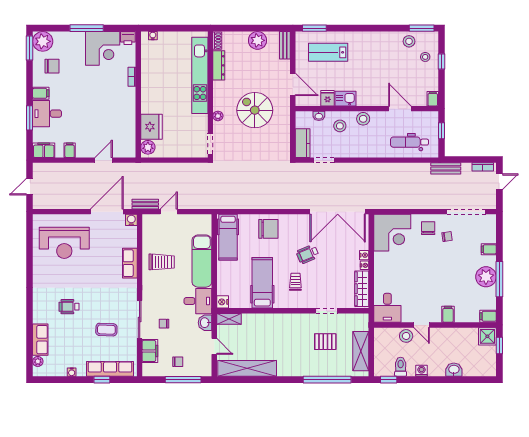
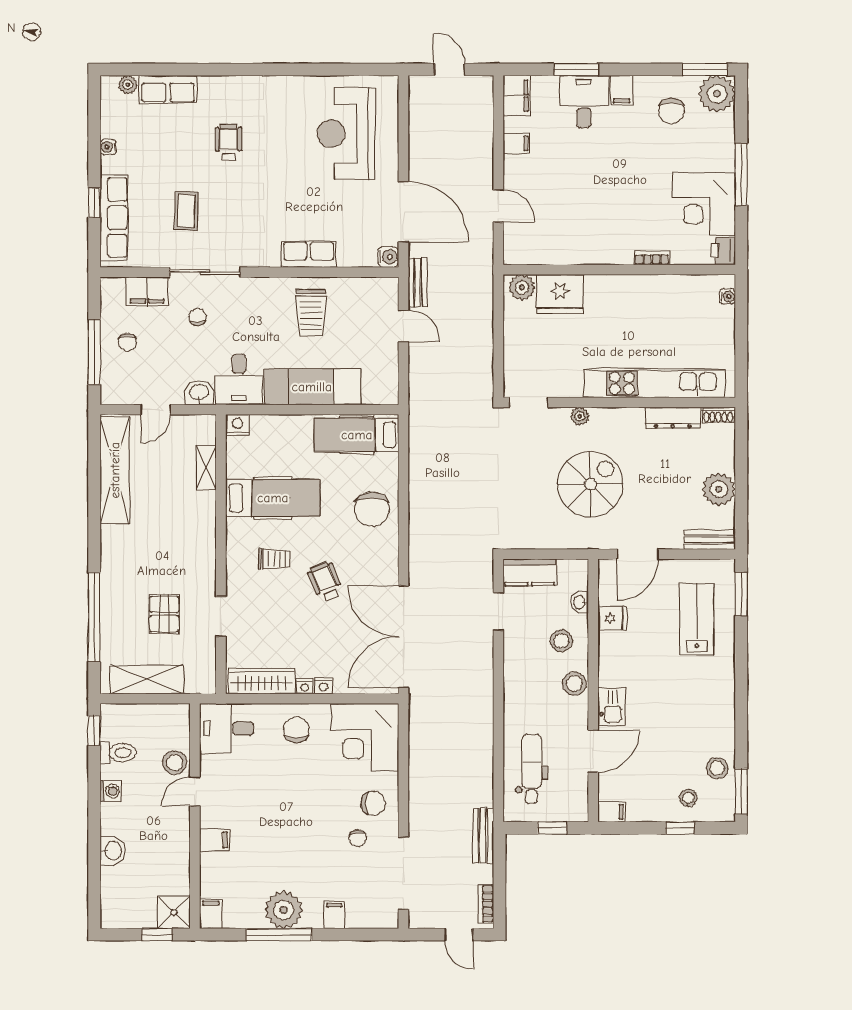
kitchen sink: (345, 99) -> (612, 707), moved
chair: (388, 270) -> (296, 730), added
shelving: (229, 319) -> (206, 468), moved

